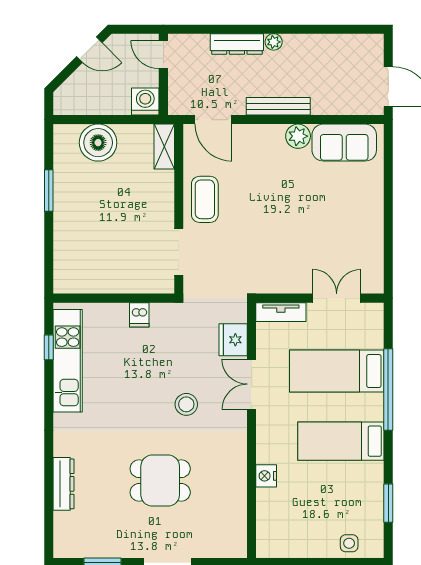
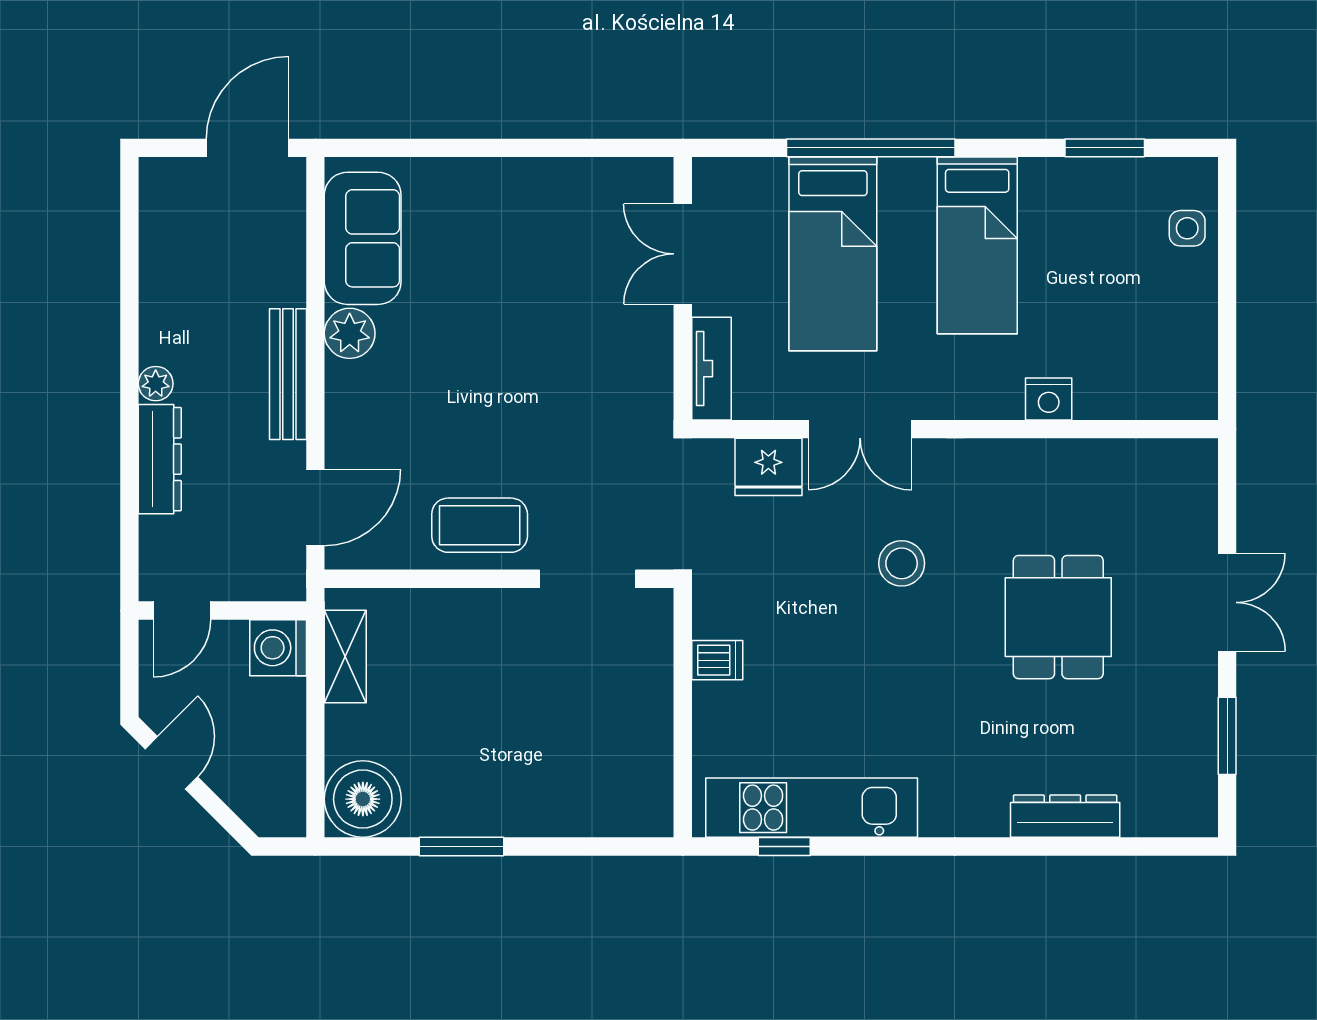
boiler: (98, 143) -> (363, 799), moved
shelving: (164, 147) -> (345, 656), moved, turned 90

